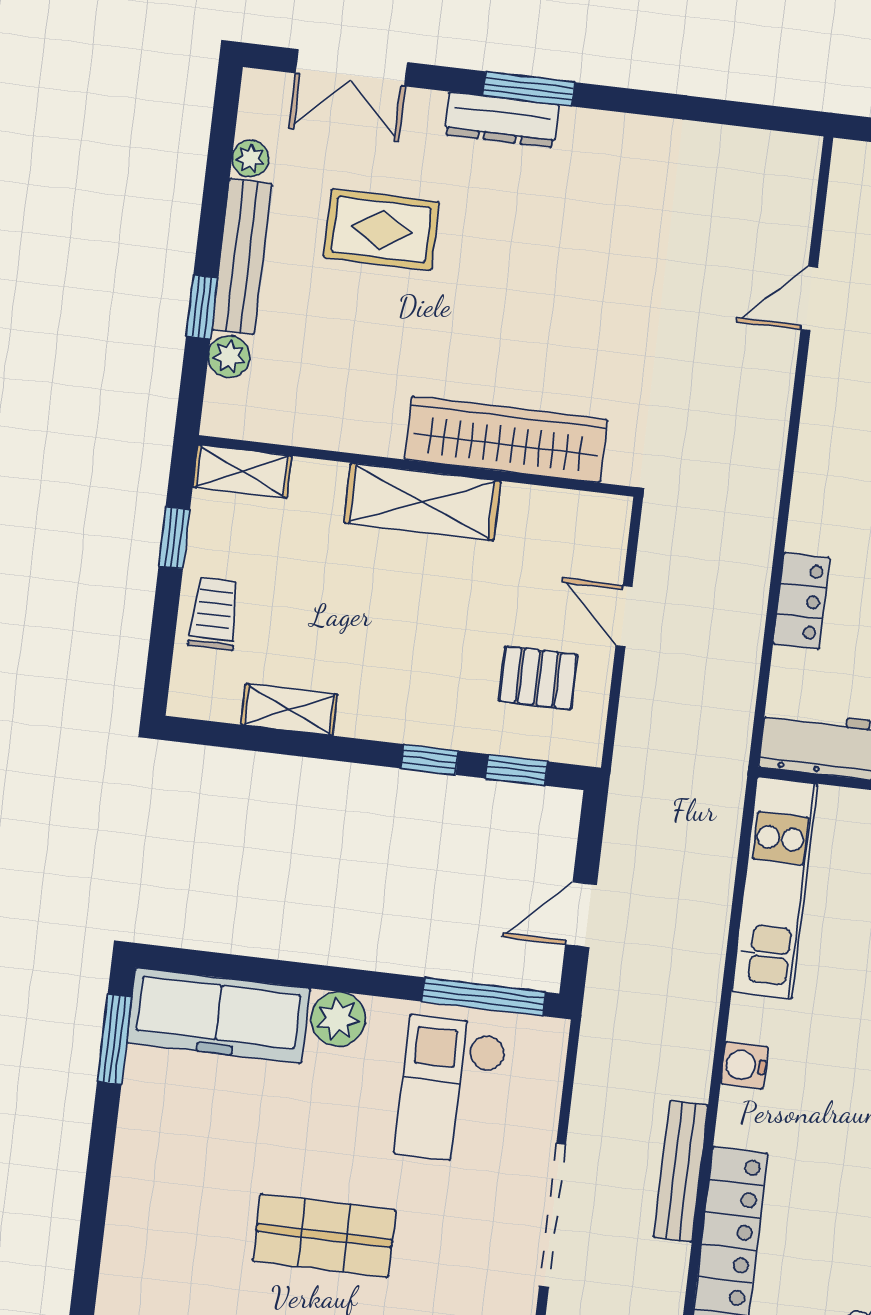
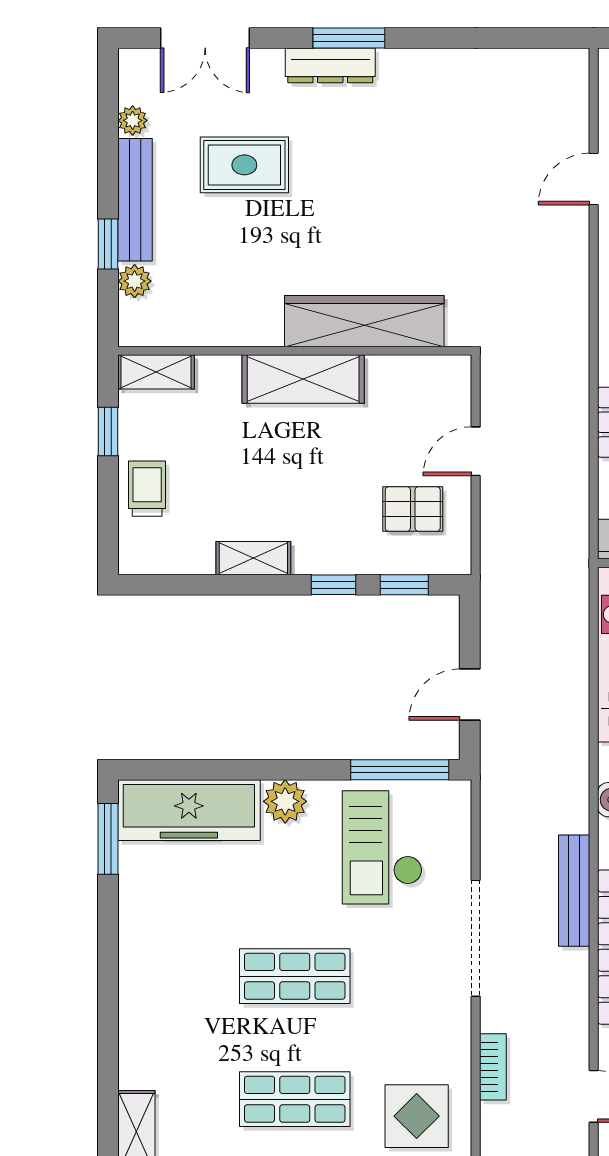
door: (624, 616) -> (476, 451), hinge flipped
shelving: (289, 710) -> (253, 558), moved

